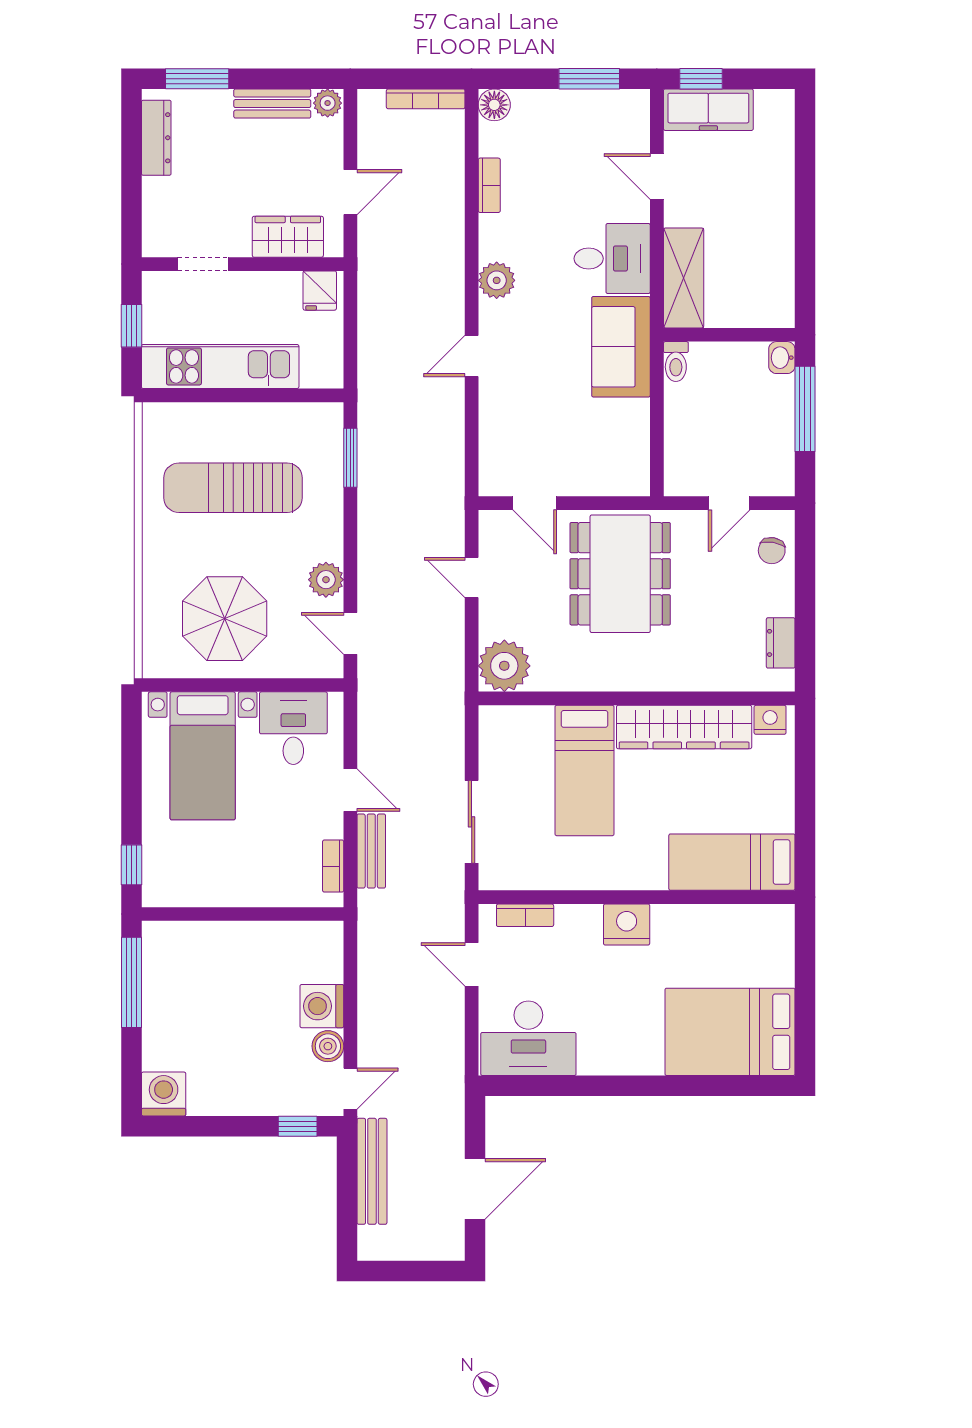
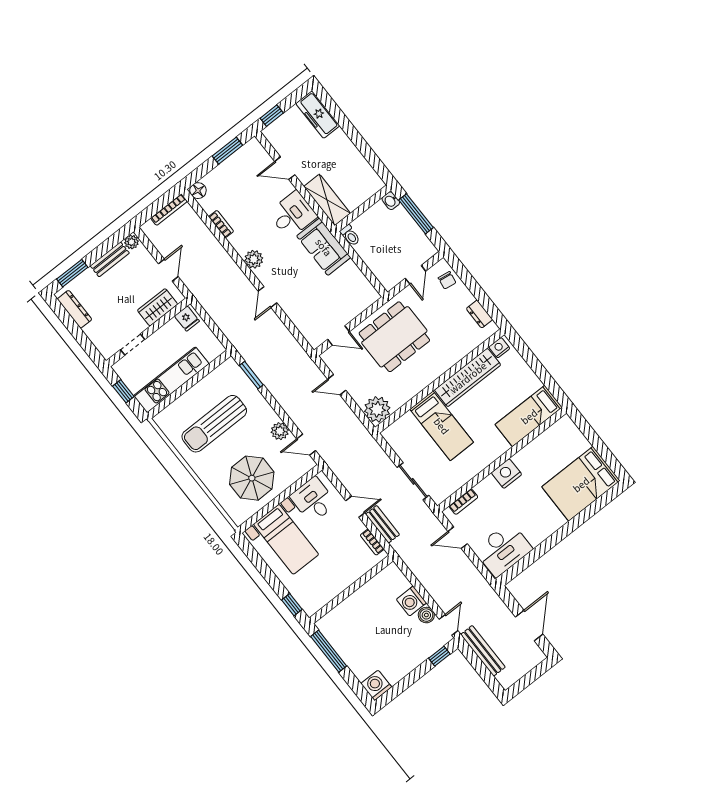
freezer: (708, 110) -> (318, 115), moved, turned 90
dining table: (620, 574) -> (394, 337), turned 90

